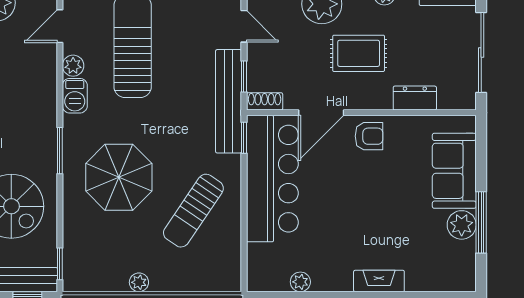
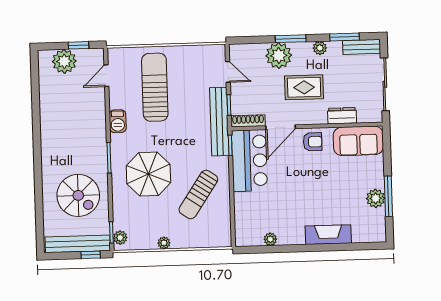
plant: (73, 66) -> (120, 238), moved
shoe rack: (265, 101) -> (248, 121), width x1.43
sofa: (454, 171) -> (358, 141), moved, turned -90
bar counter: (272, 179) -> (249, 161), width x0.73
fireplace: (379, 281) -> (328, 235), width x1.37, depth x1.32

